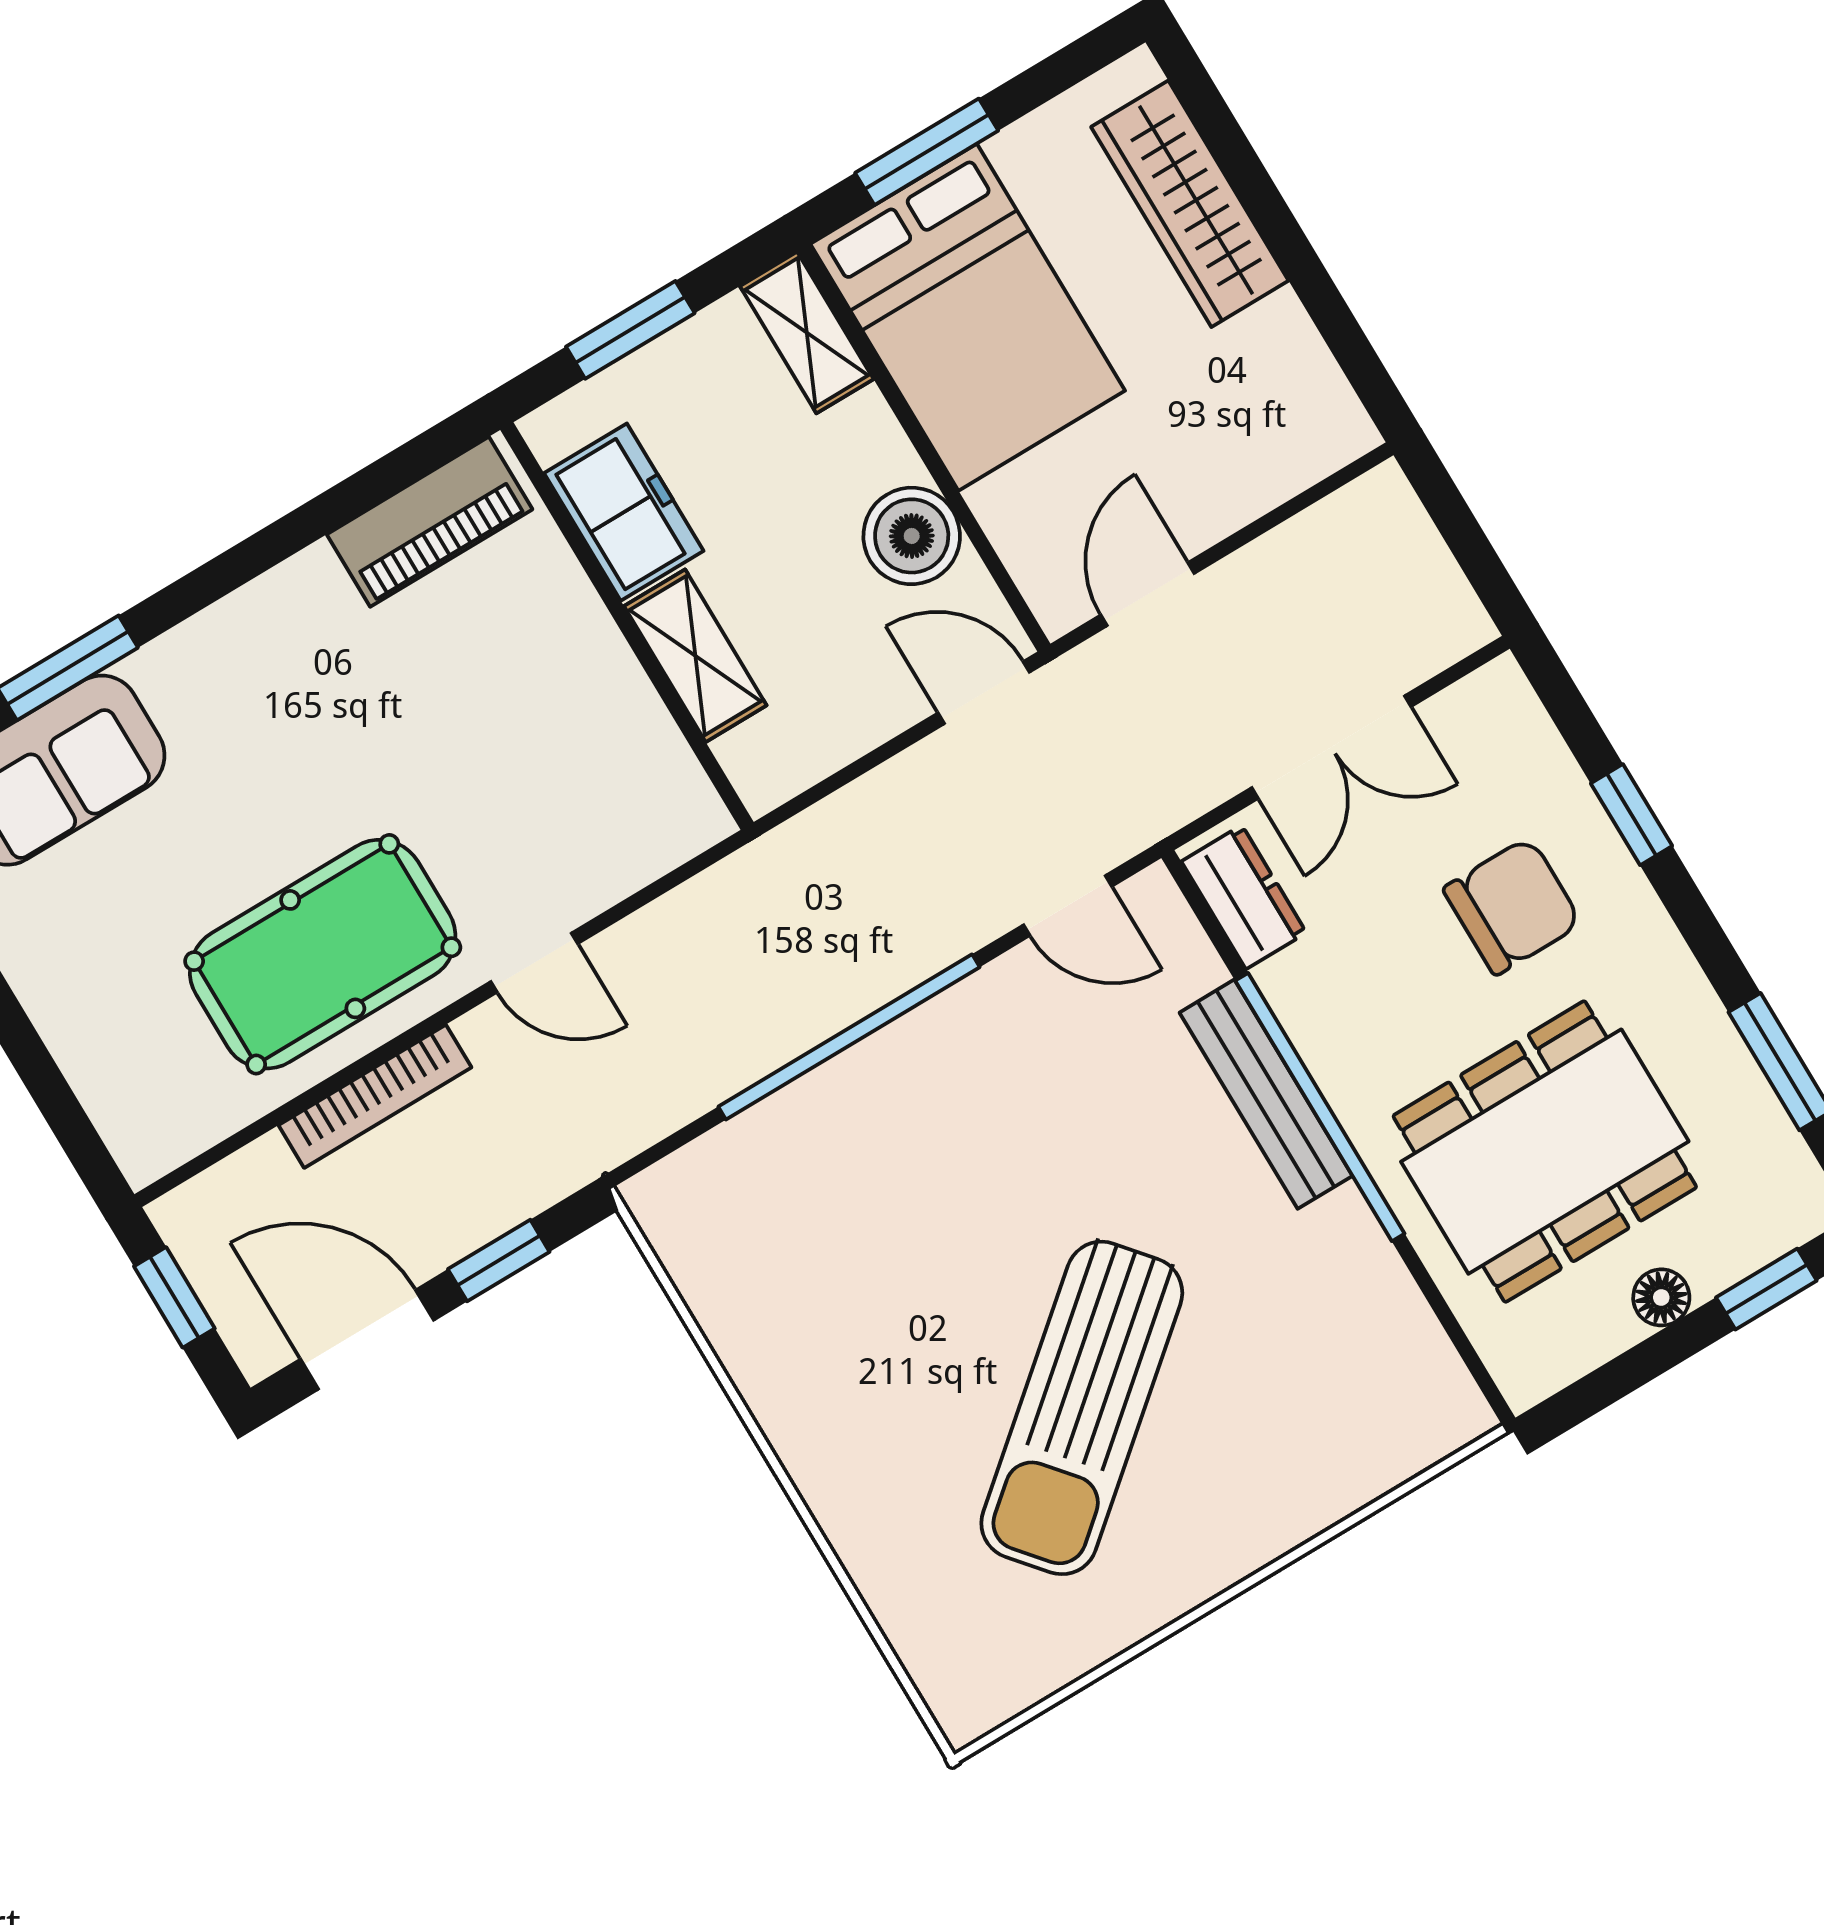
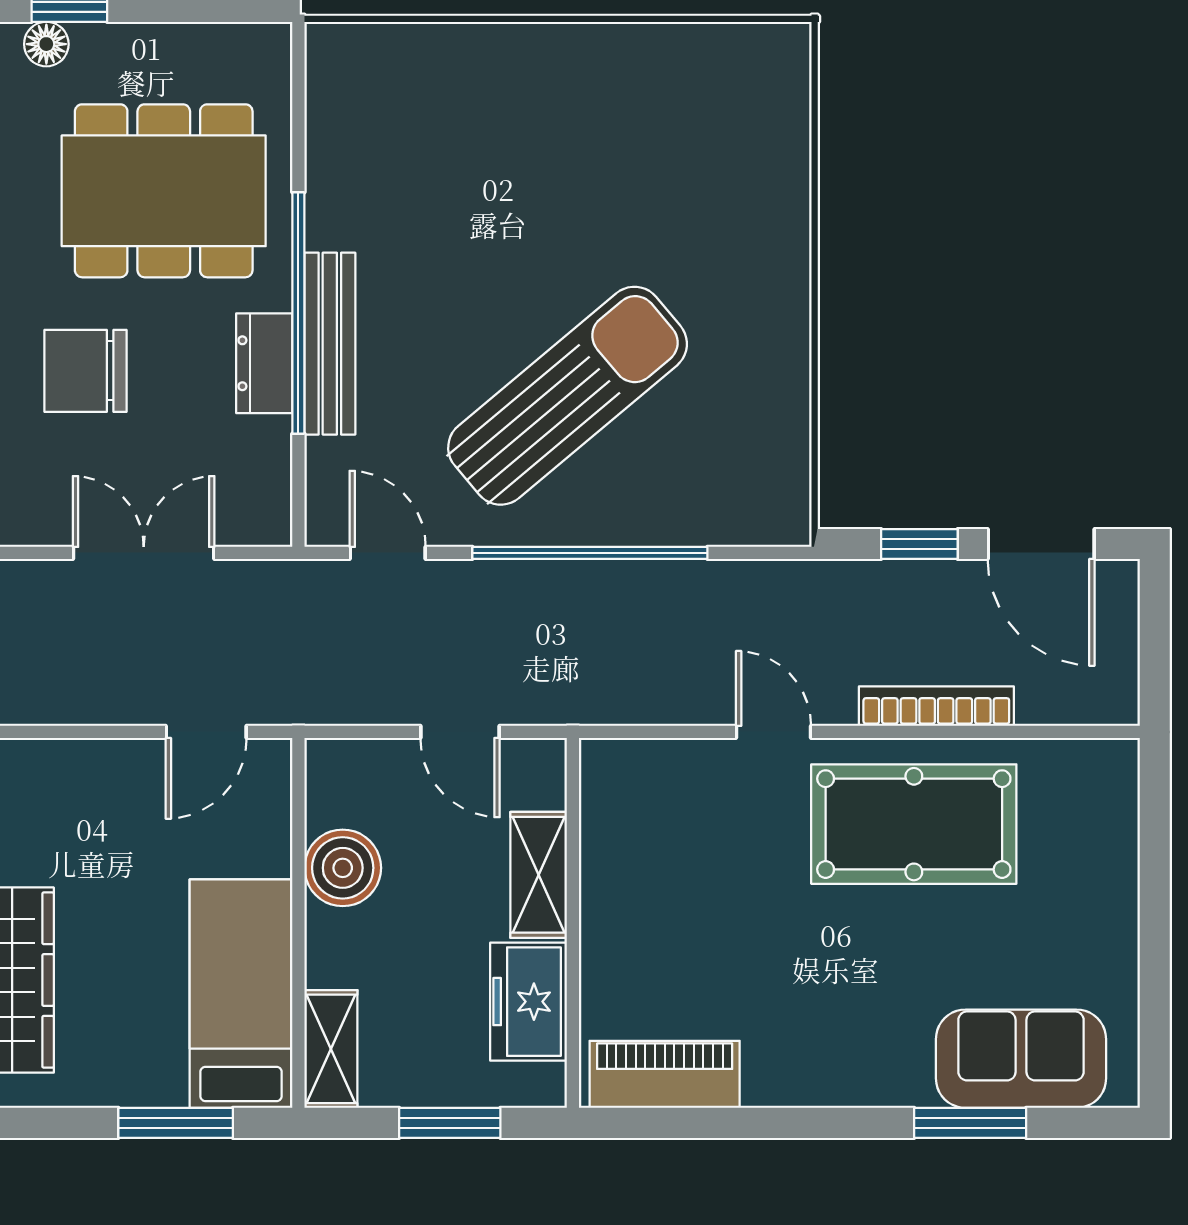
bed: (968, 317) -> (241, 994), width x0.67
door: (984, 693) -> (460, 732), moved
dresser: (1244, 897) -> (264, 363), moved
window: (174, 1297) -> (1155, 651), removed
floor lamp: (1661, 1297) -> (46, 44), moved
sun lounger: (1082, 1408) -> (568, 396), moved

